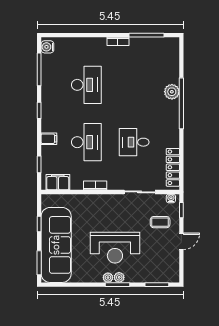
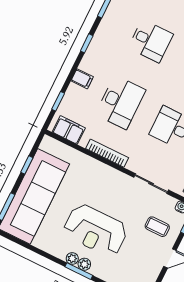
desk: (86, 85) -> (151, 41), width x0.73
bookcase: (95, 185) -> (107, 153), width x1.56

